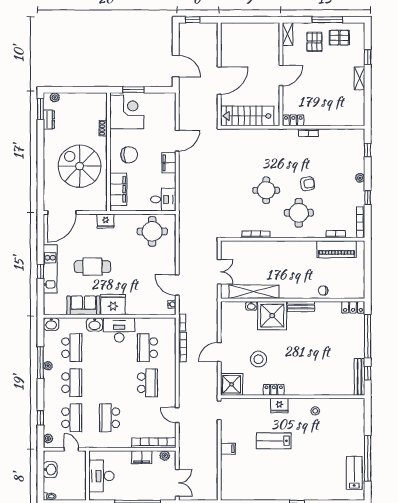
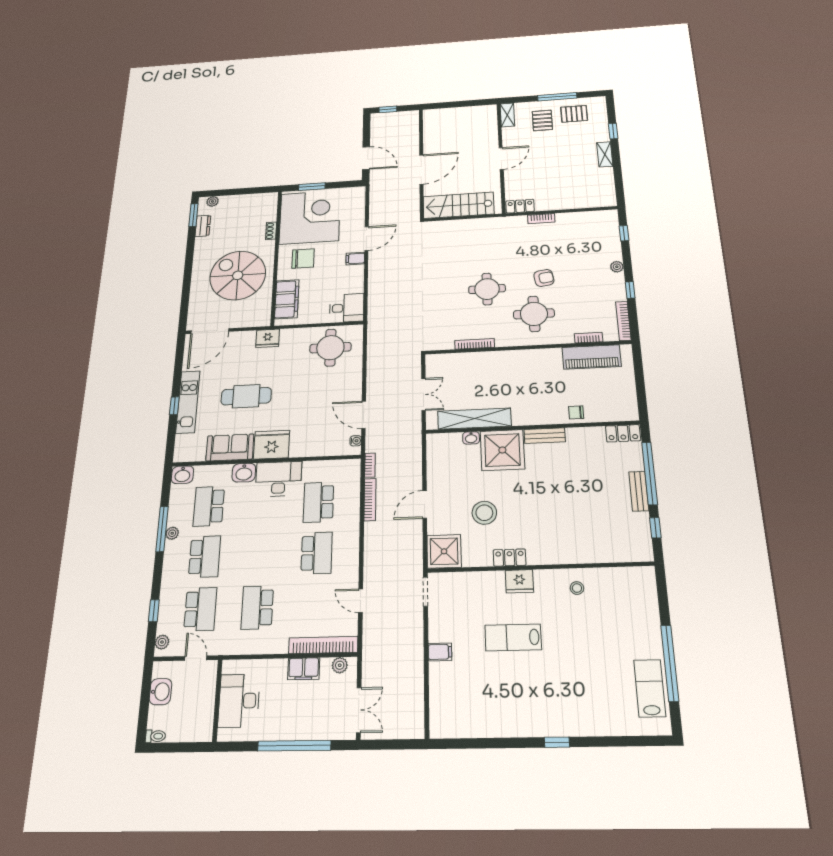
corner desk: (127, 112) -> (310, 217), width x1.36, depth x1.36
filing cabinet: (169, 163) -> (355, 259), width x0.50
school desk: (72, 348) -> (209, 506), turned 180
bench: (360, 377) -> (639, 491), moved, width x0.73

